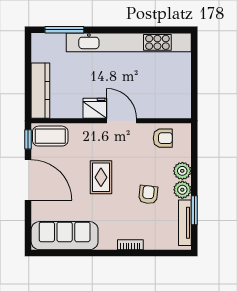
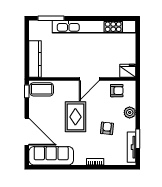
fridge: (95, 108) -> (128, 71), moved
door: (122, 121) -> (89, 79), swing flipped
rug: (101, 177) -> (75, 117), width x1.36, depth x1.43
door: (28, 180) -> (27, 132), moved
plant: (182, 190) -> (130, 125), removed

